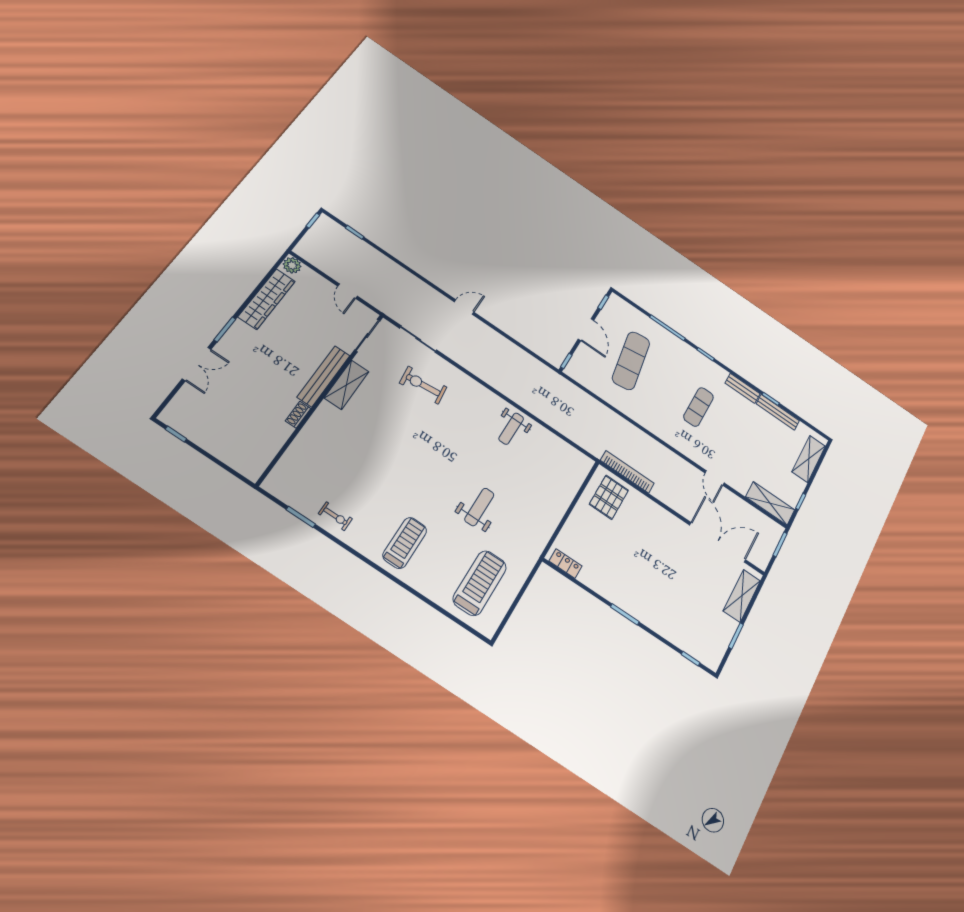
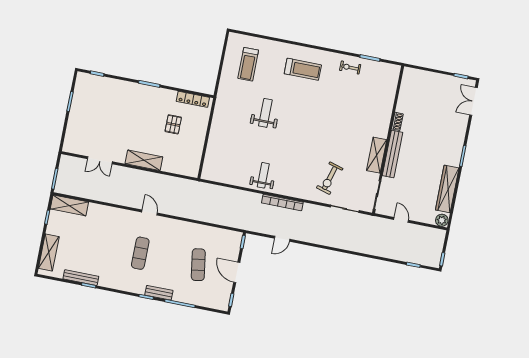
door: (464, 307) -> (282, 239), moved
exercise mat: (631, 361) -> (198, 265), width x0.73, depth x0.69
double door: (197, 364) -> (473, 101), moved
exercise bike: (423, 385) -> (330, 178), turned 112
bench: (743, 388) -> (159, 293), moved
bookcase: (627, 472) -> (282, 203), moved
door: (715, 478) -> (149, 213), moved
pallet: (609, 497) -> (173, 124), moved, width x0.67, depth x0.71
weight bench: (479, 507) -> (265, 113), turned 180
double door: (718, 542) -> (100, 160), width x0.54
treadmill: (405, 543) -> (303, 69), turned -90
locker: (566, 564) -> (193, 99), width x1.53
treadmill: (480, 583) -> (248, 64), width x0.73, depth x0.73
shelving: (742, 596) -> (144, 160), moved, turned 90

